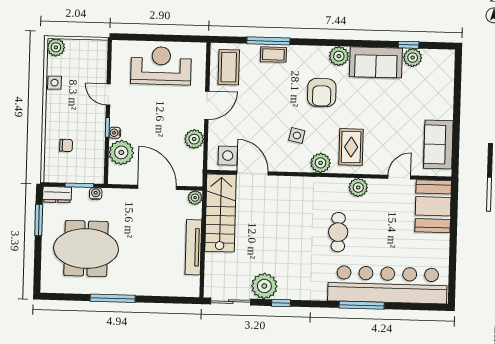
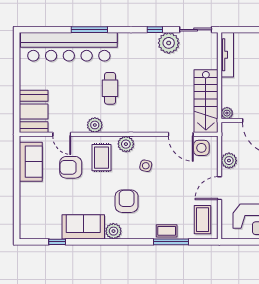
plant: (413, 58) -> (54, 232), removed
armchair: (389, 136) -> (71, 167), added
door: (399, 177) -> (62, 134), hinge flipped
tv unit: (193, 247) -> (227, 55), moved

